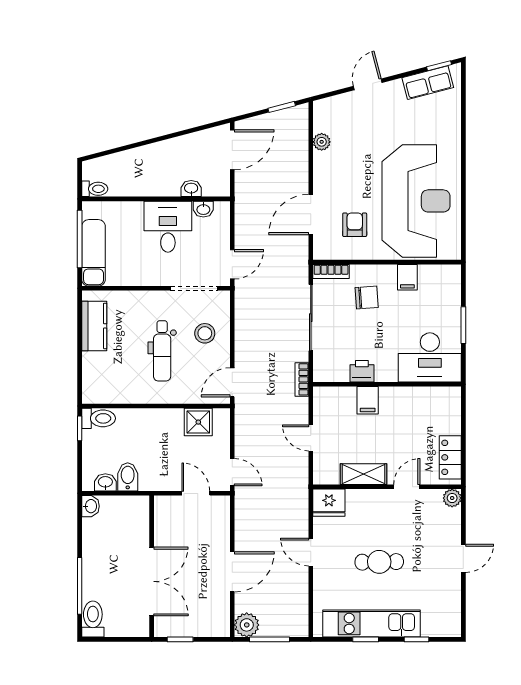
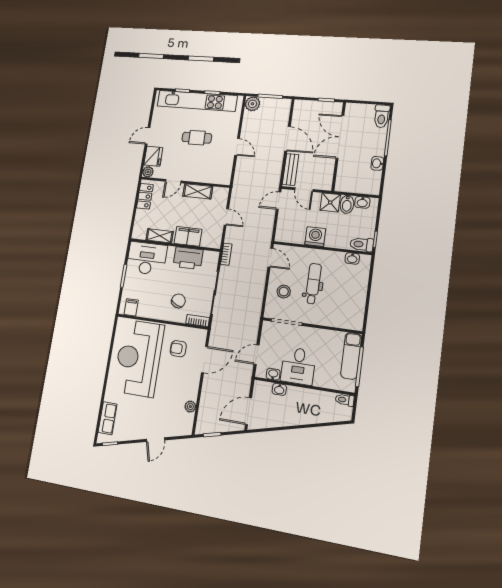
row of seats: (428, 83) -> (108, 418), moved, turned 105
armchair: (355, 225) -> (178, 349), turned 90
door: (232, 264) -> (257, 355), moved
filing cabinet: (407, 277) -> (131, 307), moved
chair: (367, 298) -> (178, 301), turned 118
kitchen counter: (94, 326) -> (357, 306), removed
printer: (362, 371) -> (188, 258), width x1.87, depth x1.48
door: (232, 382) -> (270, 258), hinge flipped
washbasin: (110, 396) -> (352, 258), added
shelving: (414, 396) -> (160, 236), added
filing cabinet: (368, 400) -> (188, 236), width x2.00
washing machine: (169, 422) -> (315, 237), added
shower: (198, 422) -> (330, 202), moved
door: (232, 472) -> (279, 201), hinge flipped
fridge: (329, 503) -> (153, 156), moved, turned 90
washbasin: (91, 506) -> (377, 163), moved
bench: (221, 523) -> (291, 169), added
door: (232, 572) -> (287, 139), swing flipped
kitchen unit: (372, 623) -> (197, 101), width x1.36
plant: (247, 625) -> (252, 104), moved

